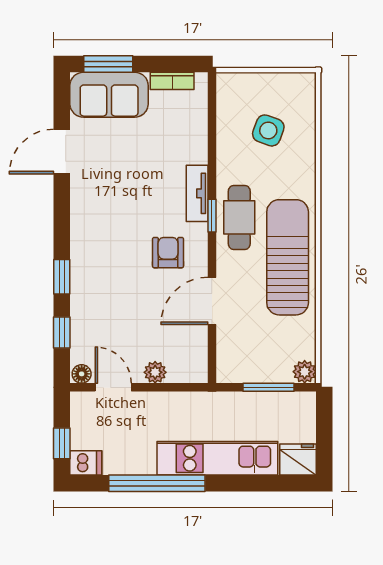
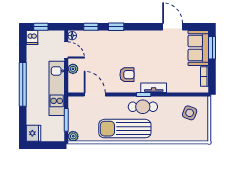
side table: (268, 130) -> (190, 113), moved
sun lounger: (288, 257) -> (125, 129), turned 180
door: (212, 301) -> (95, 94), moved
door: (113, 387) -> (66, 50), hinge flipped
kitchen unit: (217, 458) -> (57, 88), moved, turned 180
window: (157, 483) -> (23, 84), moved

